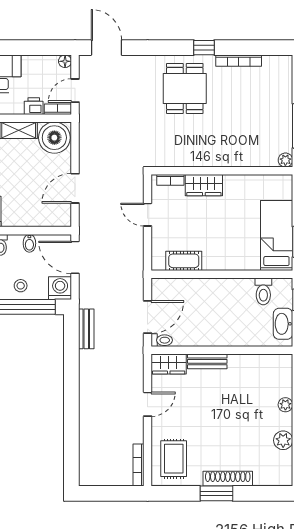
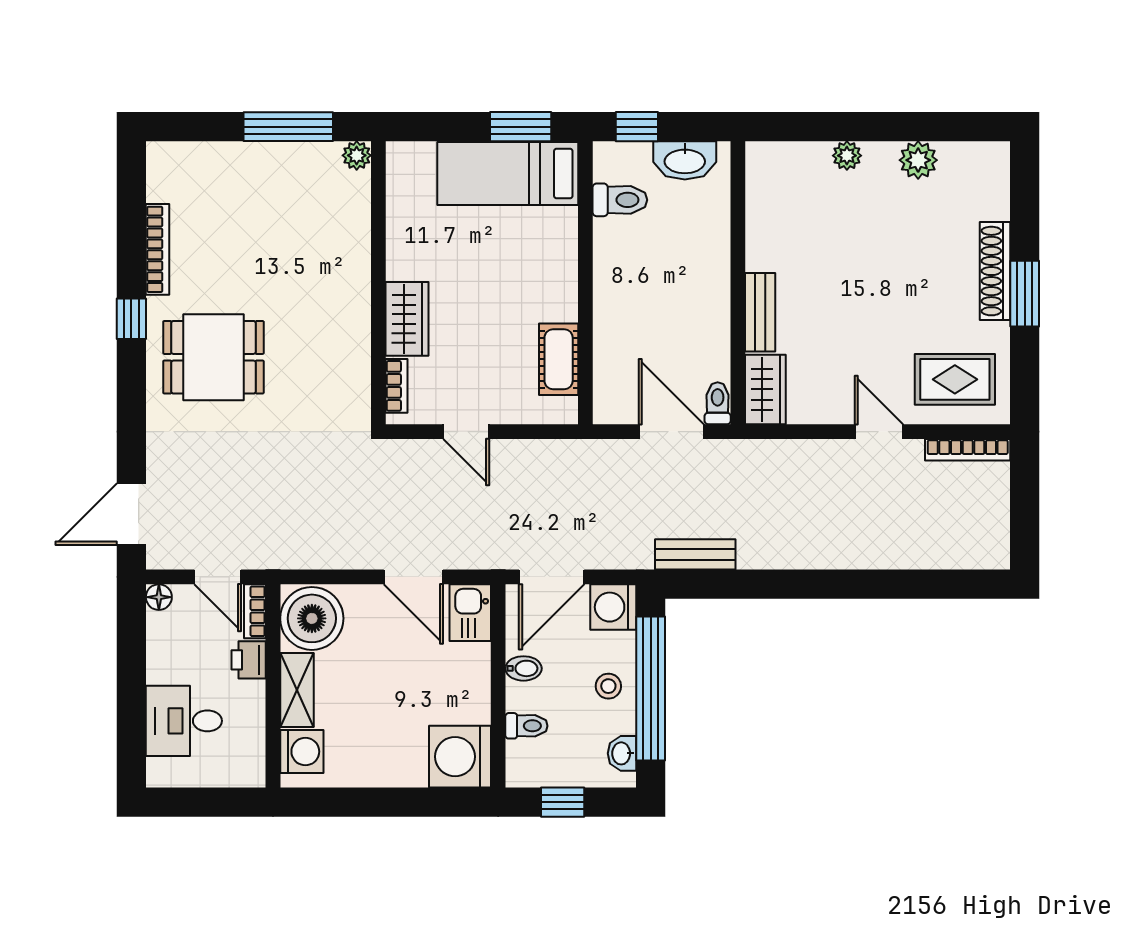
door: (148, 215) -> (466, 432), hinge flipped
kitchen sink: (57, 217) -> (470, 613), added
door: (148, 404) -> (879, 432), moved

